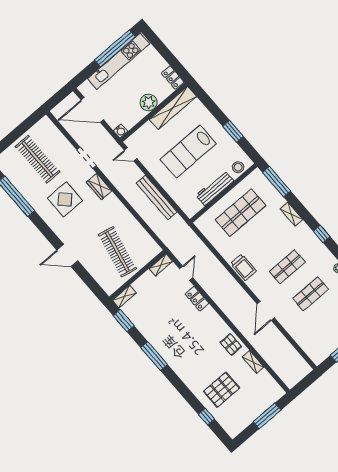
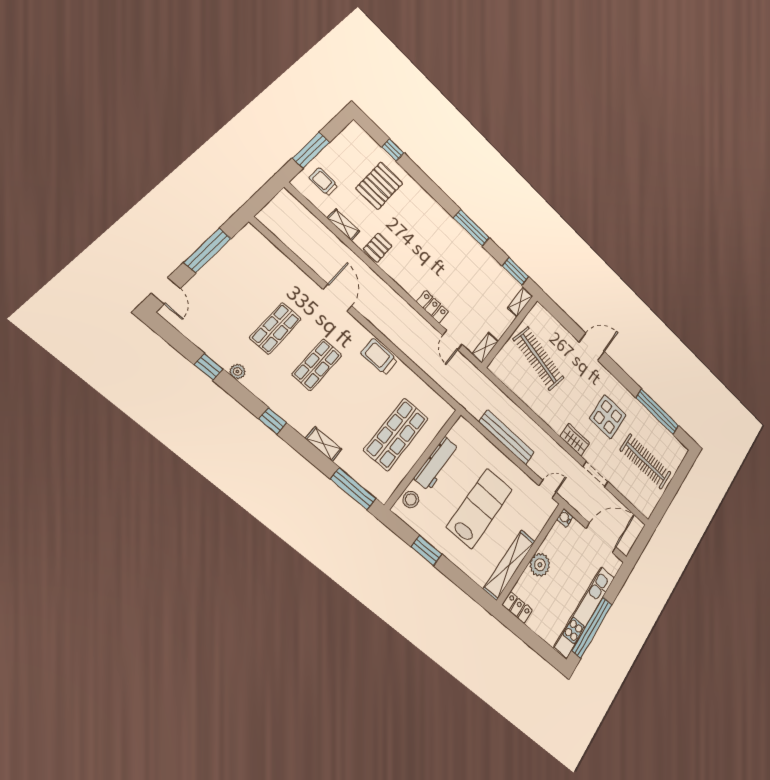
pallet: (231, 344) -> (378, 248), turned 90
trolley: (262, 393) -> (323, 182), added

